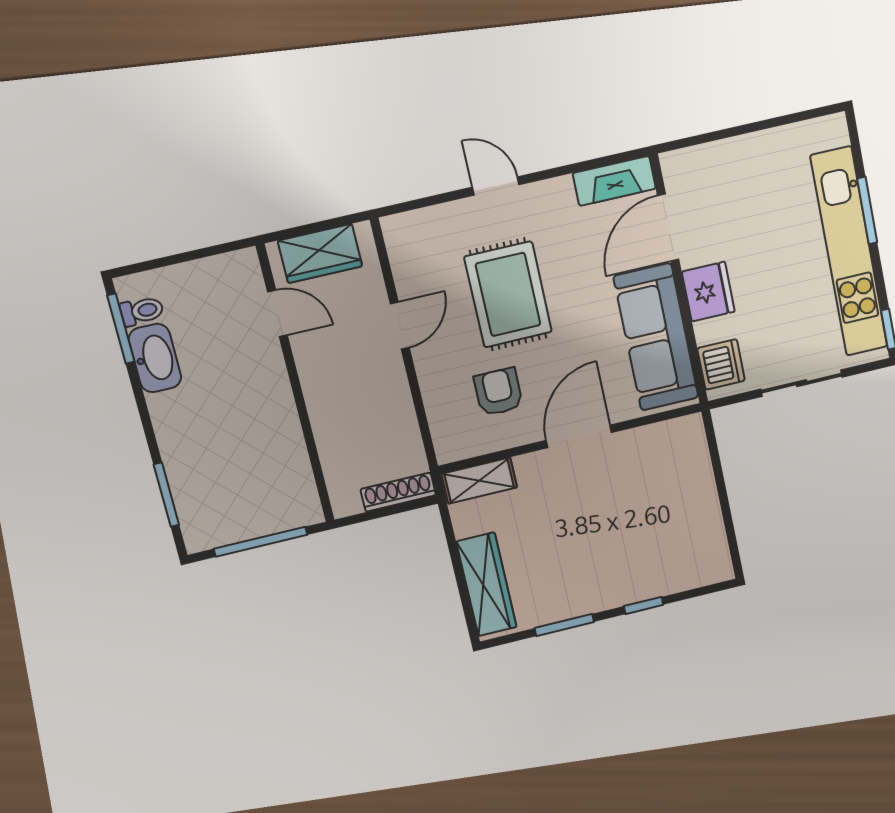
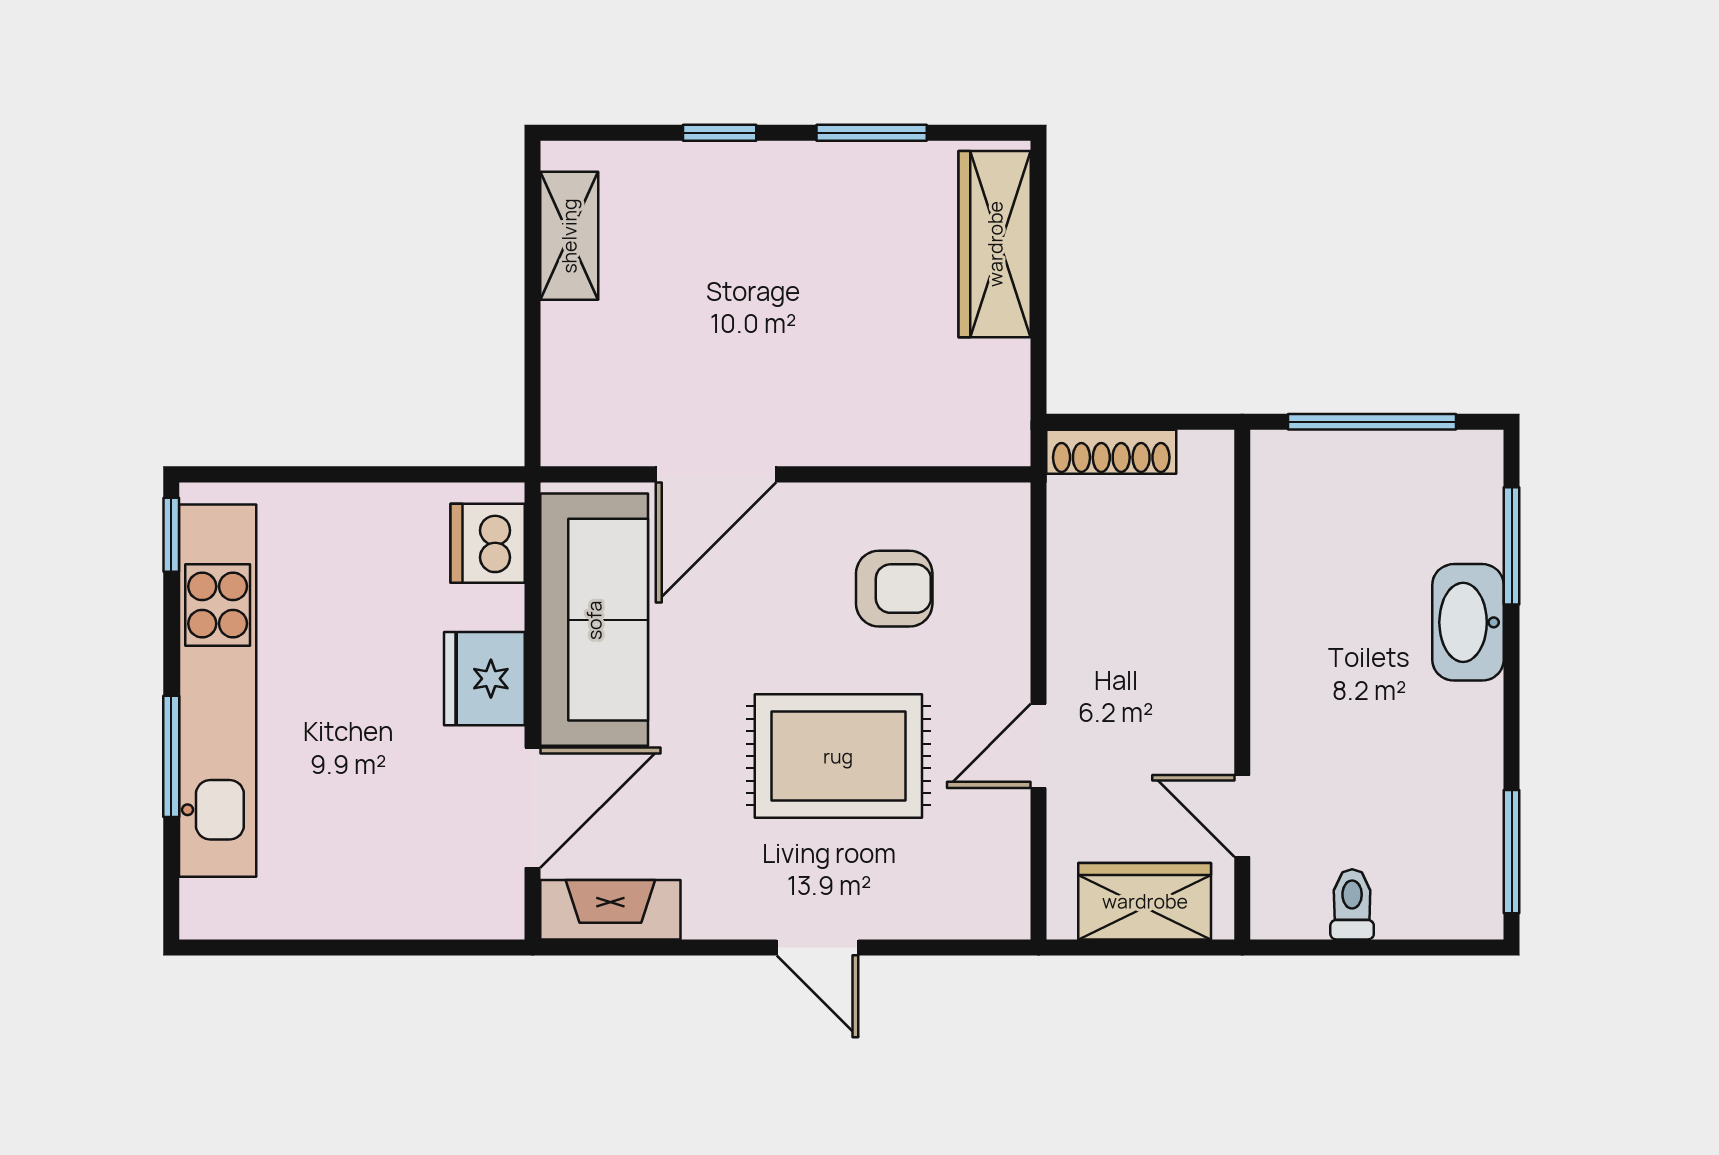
rug: (508, 294) -> (838, 756), turned 90
toilet: (142, 311) -> (1352, 904), moved, turned 90
washbasin: (155, 358) -> (1468, 622), moved
sliding door: (802, 383) -> (348, 474), removed
armchair: (498, 392) -> (894, 589), turned -90
door: (579, 436) -> (716, 474), moved
shelving: (479, 481) -> (569, 236), moved, turned 90

